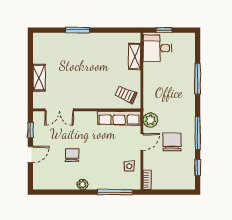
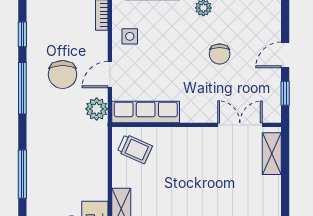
shelving: (39, 78) -> (272, 154), moved

